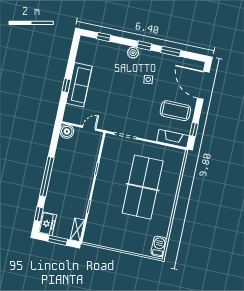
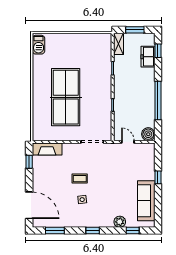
window: (171, 51) -> (55, 231), moved
plant: (133, 53) -> (120, 222), moved
sofa: (79, 85) -> (146, 201), moved
coffee table: (175, 111) -> (80, 179), moved, width x0.54, depth x0.58
door: (89, 128) -> (128, 142), swing flipped
window: (47, 177) -> (158, 101), moved
freezer: (47, 224) -> (148, 57), moved

